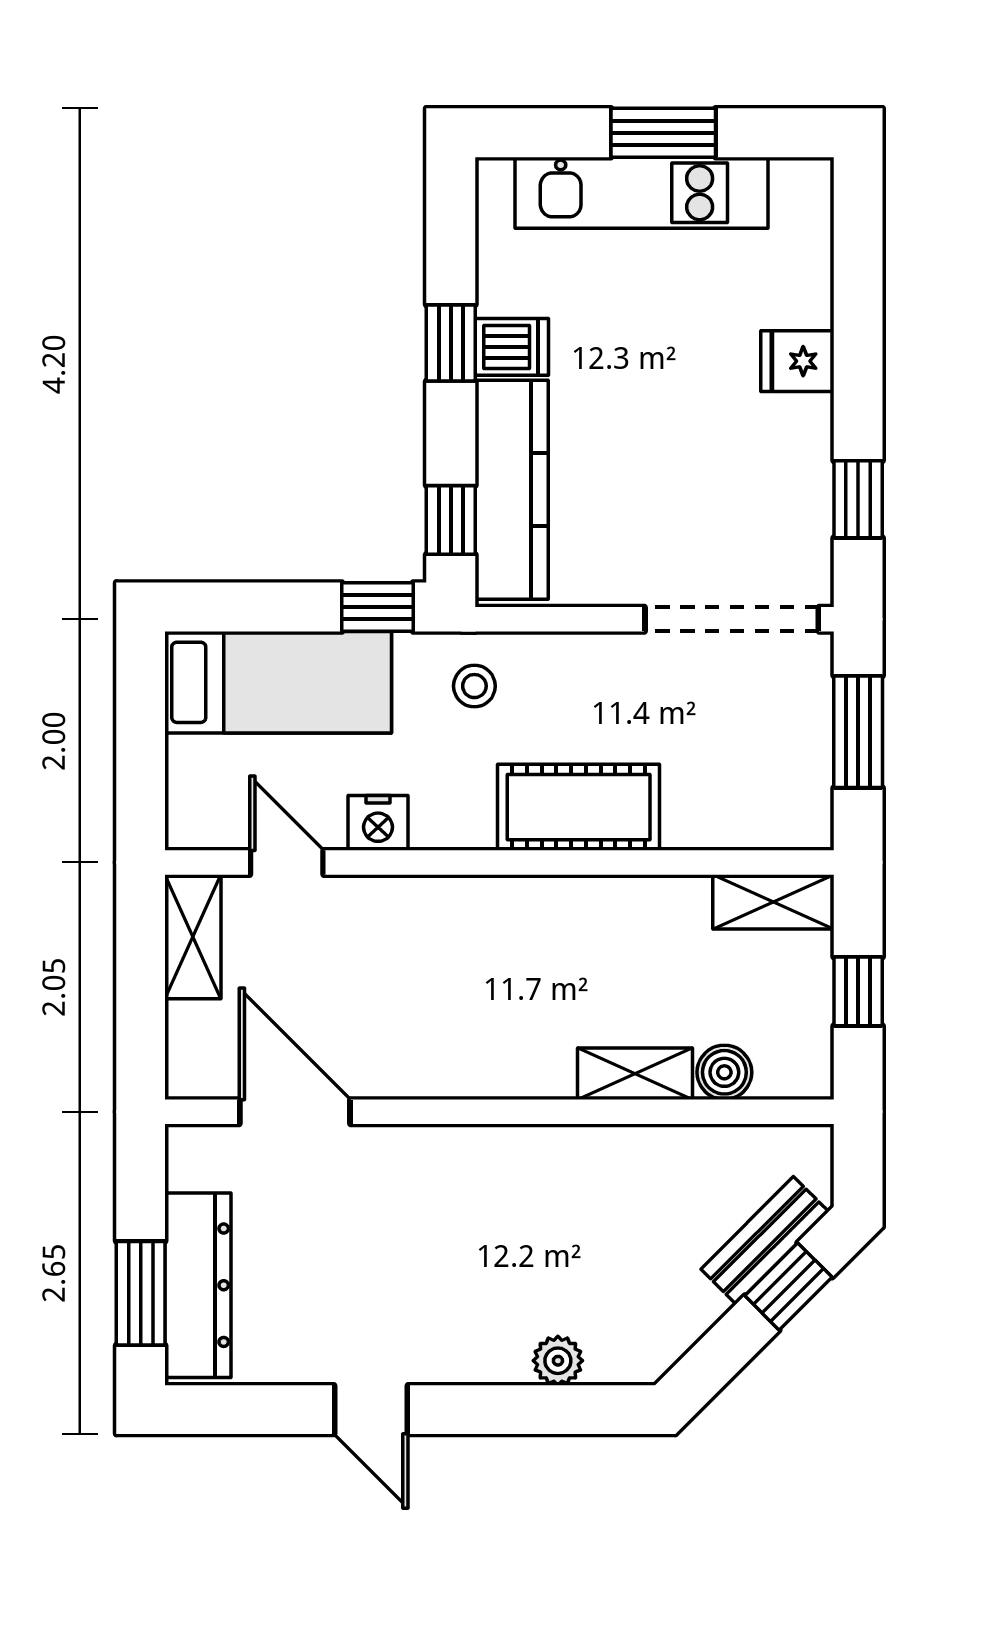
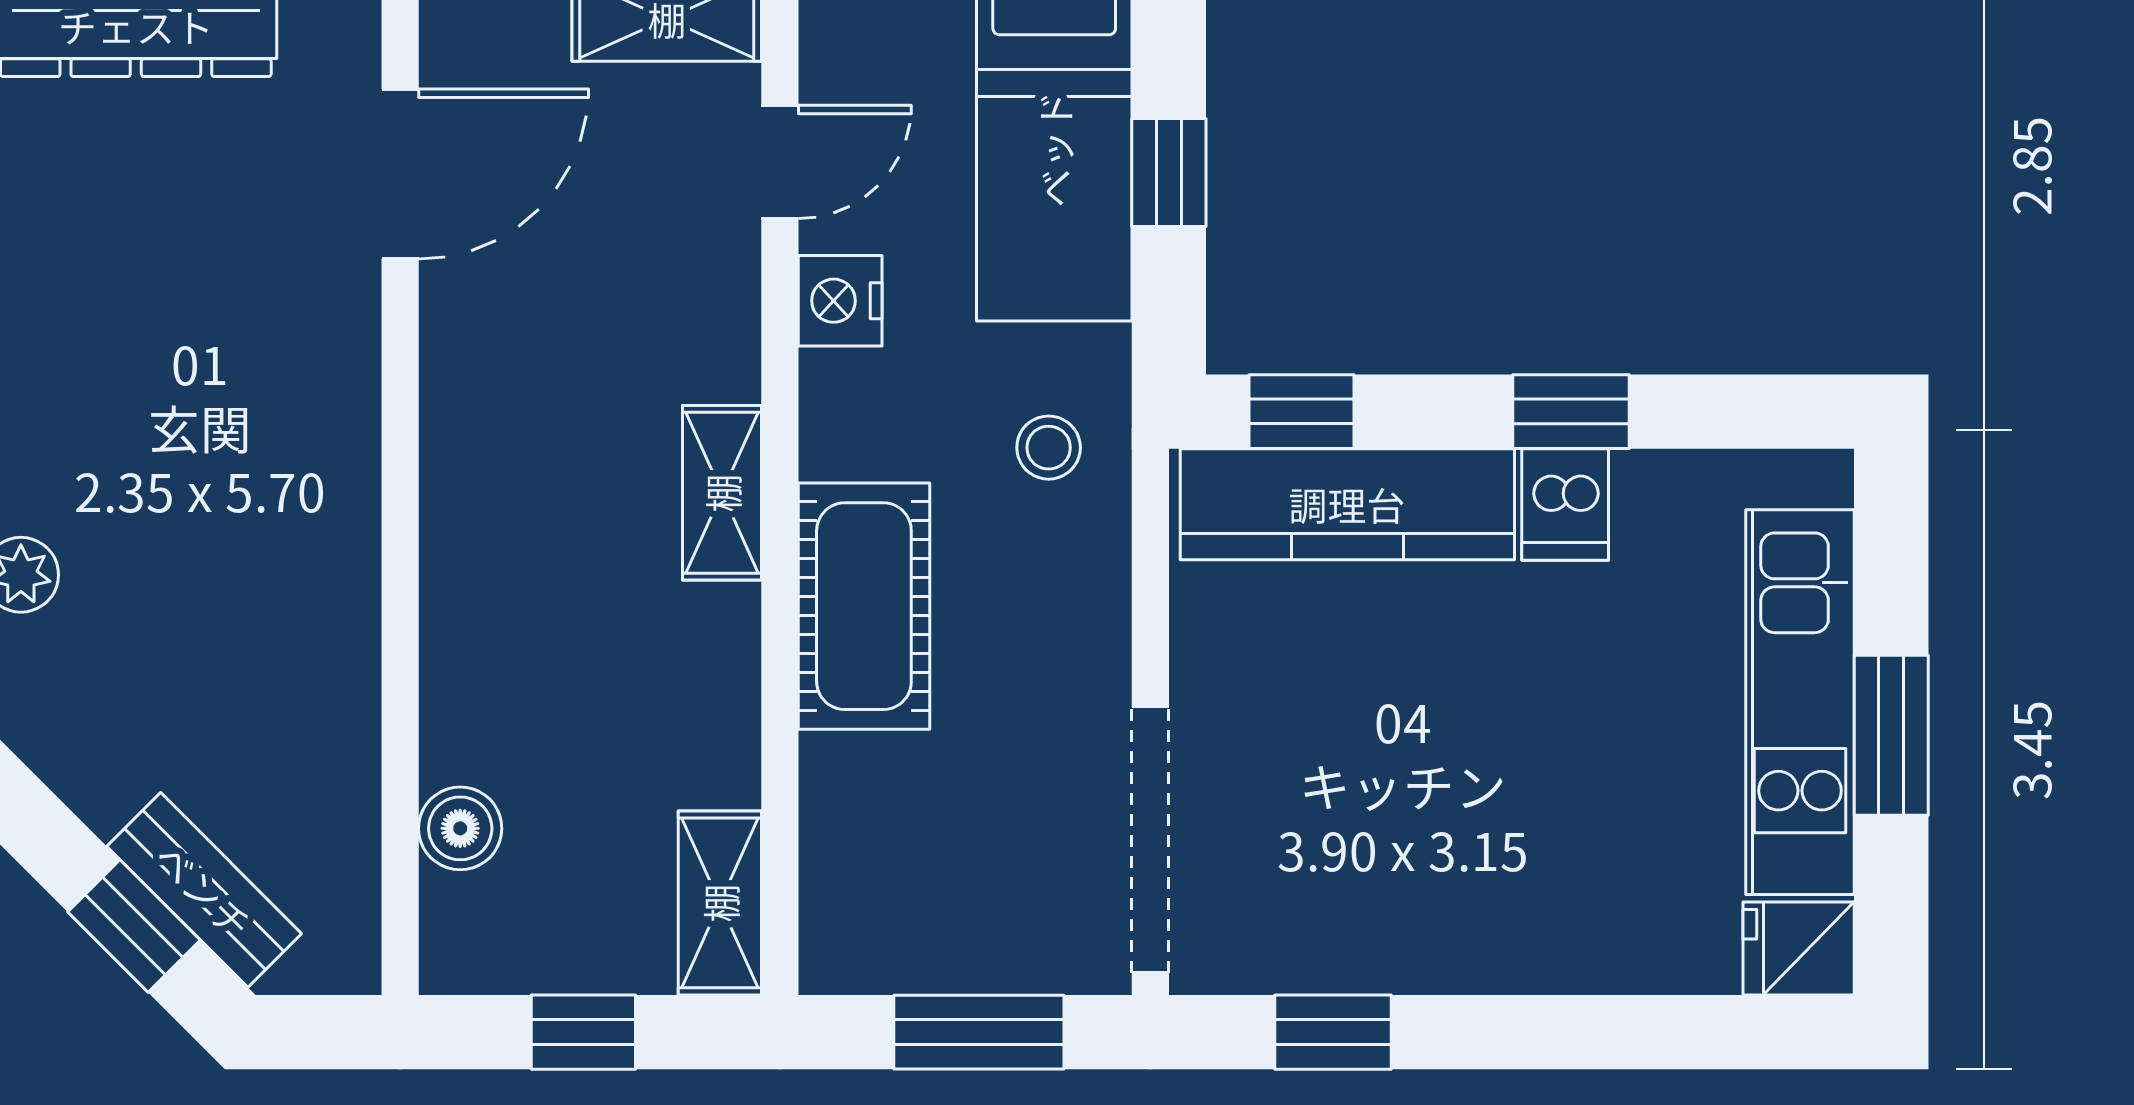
fridge: (797, 361) -> (1799, 949), moved, turned -90
window: (378, 607) -> (1169, 172), moved
shelving: (635, 1074) -> (722, 493), moved

